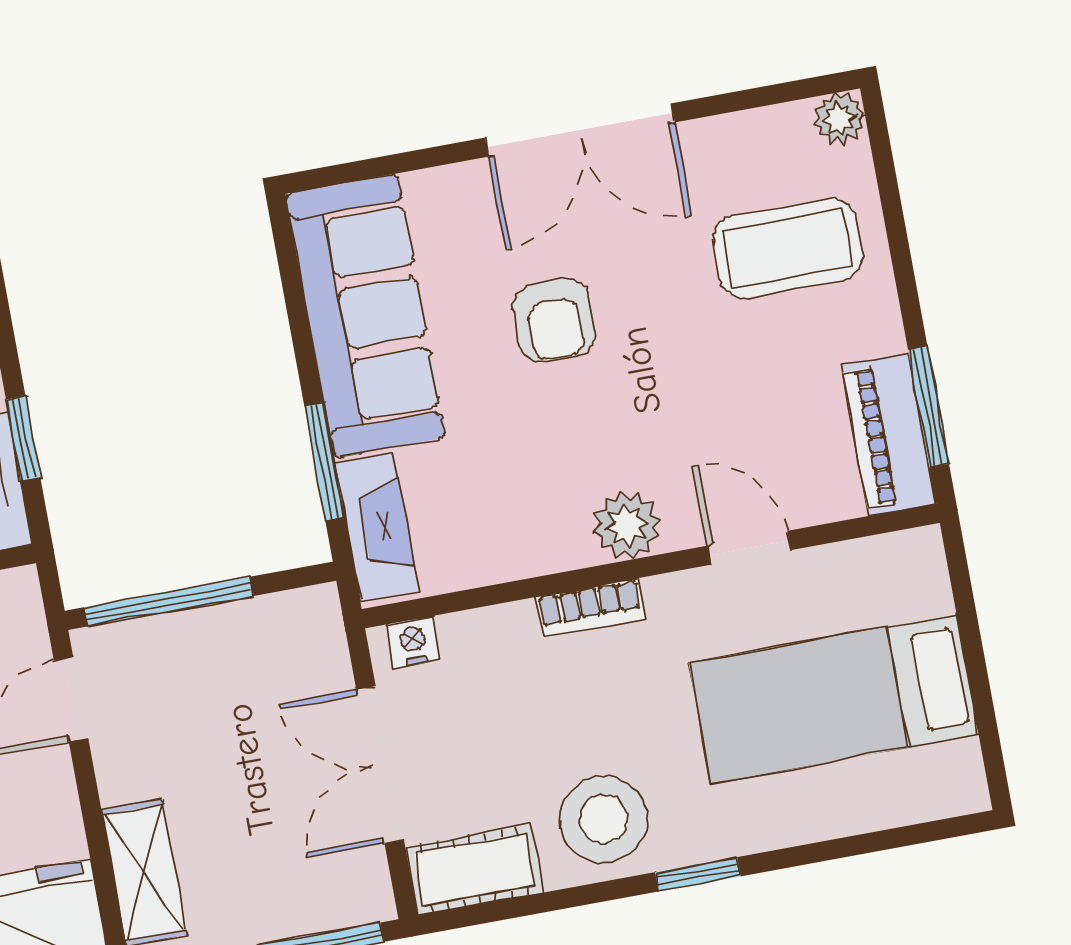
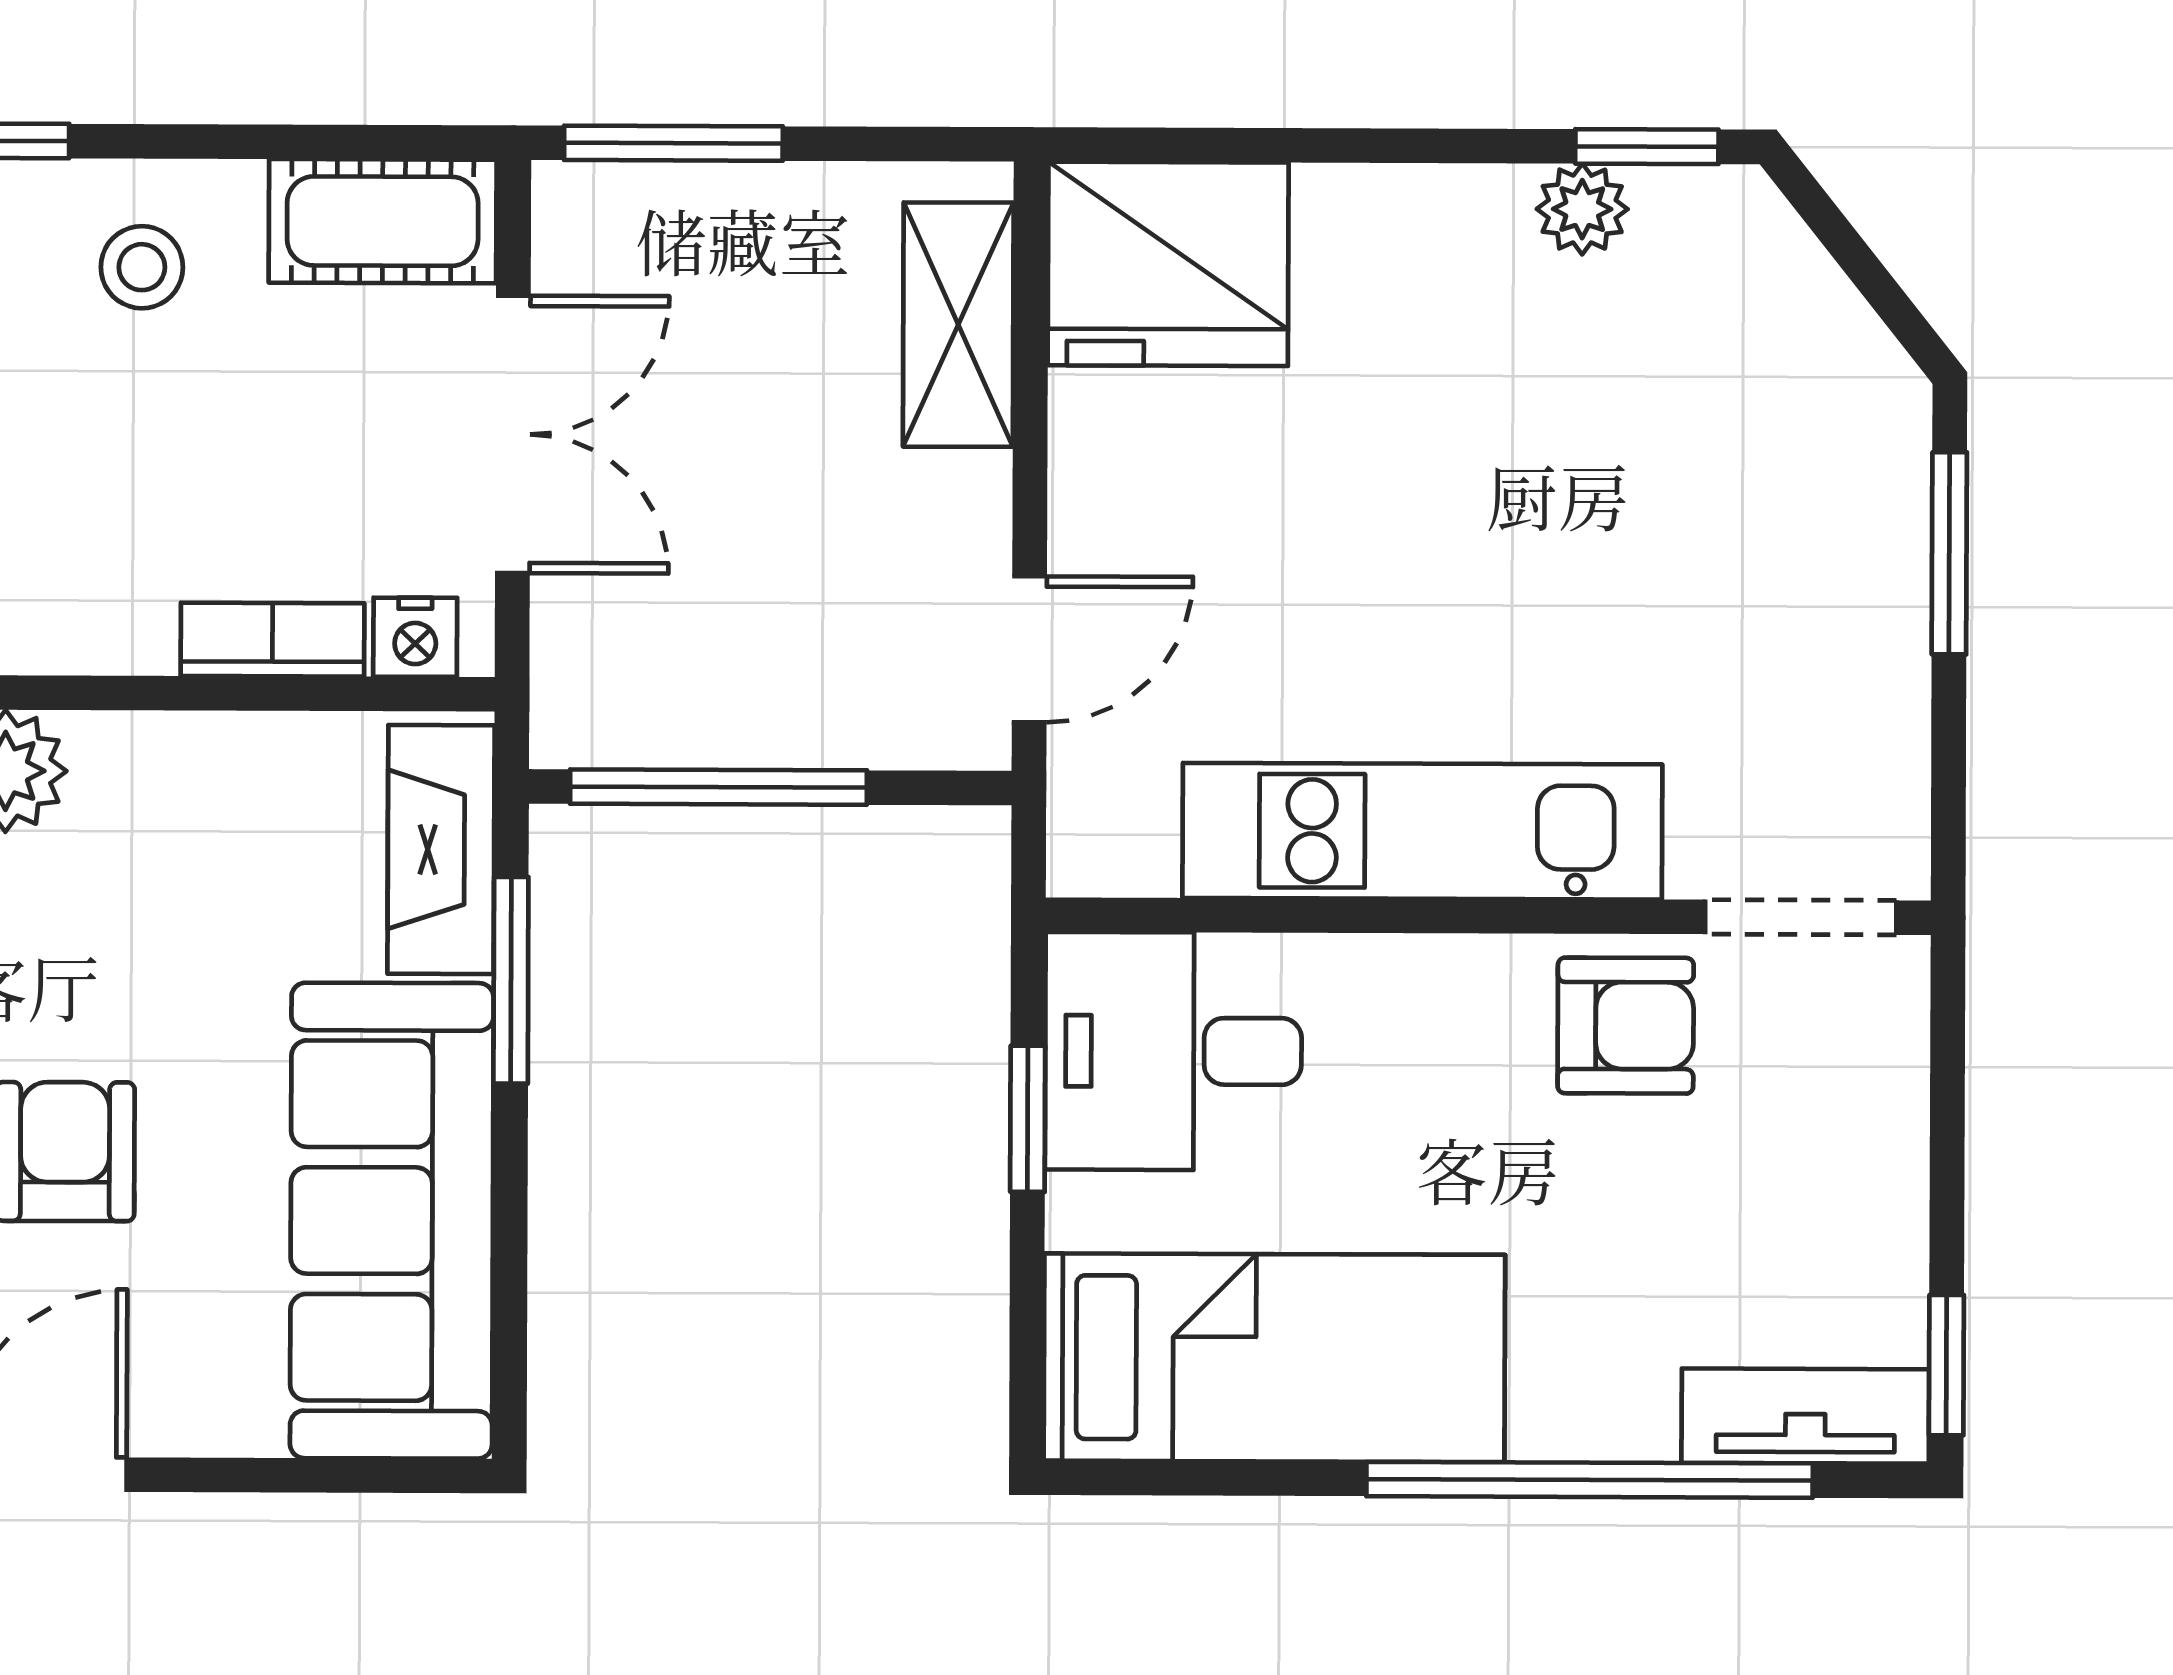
window: (169, 602) -> (718, 787), moved
bookcase: (590, 608) -> (273, 640), moved
stool: (604, 819) -> (142, 267), width x0.53, depth x0.53

